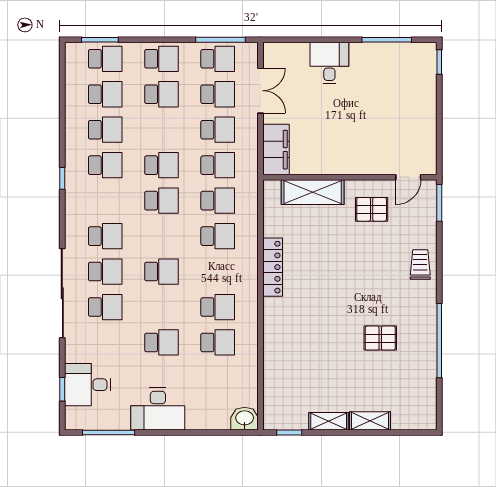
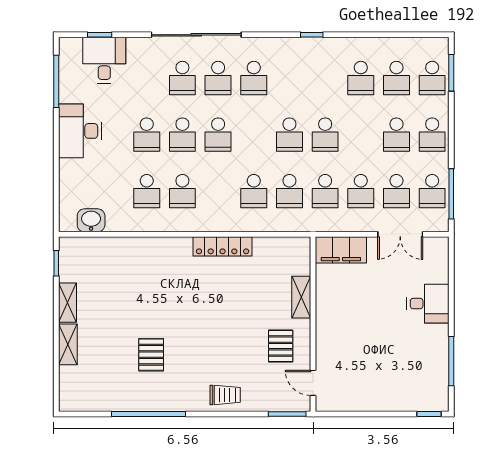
school desk: (105, 165) -> (182, 135), moved
shelving: (313, 192) -> (301, 297), width x0.67, depth x0.75
washbasin: (245, 419) -> (91, 220), moved, turned -90

